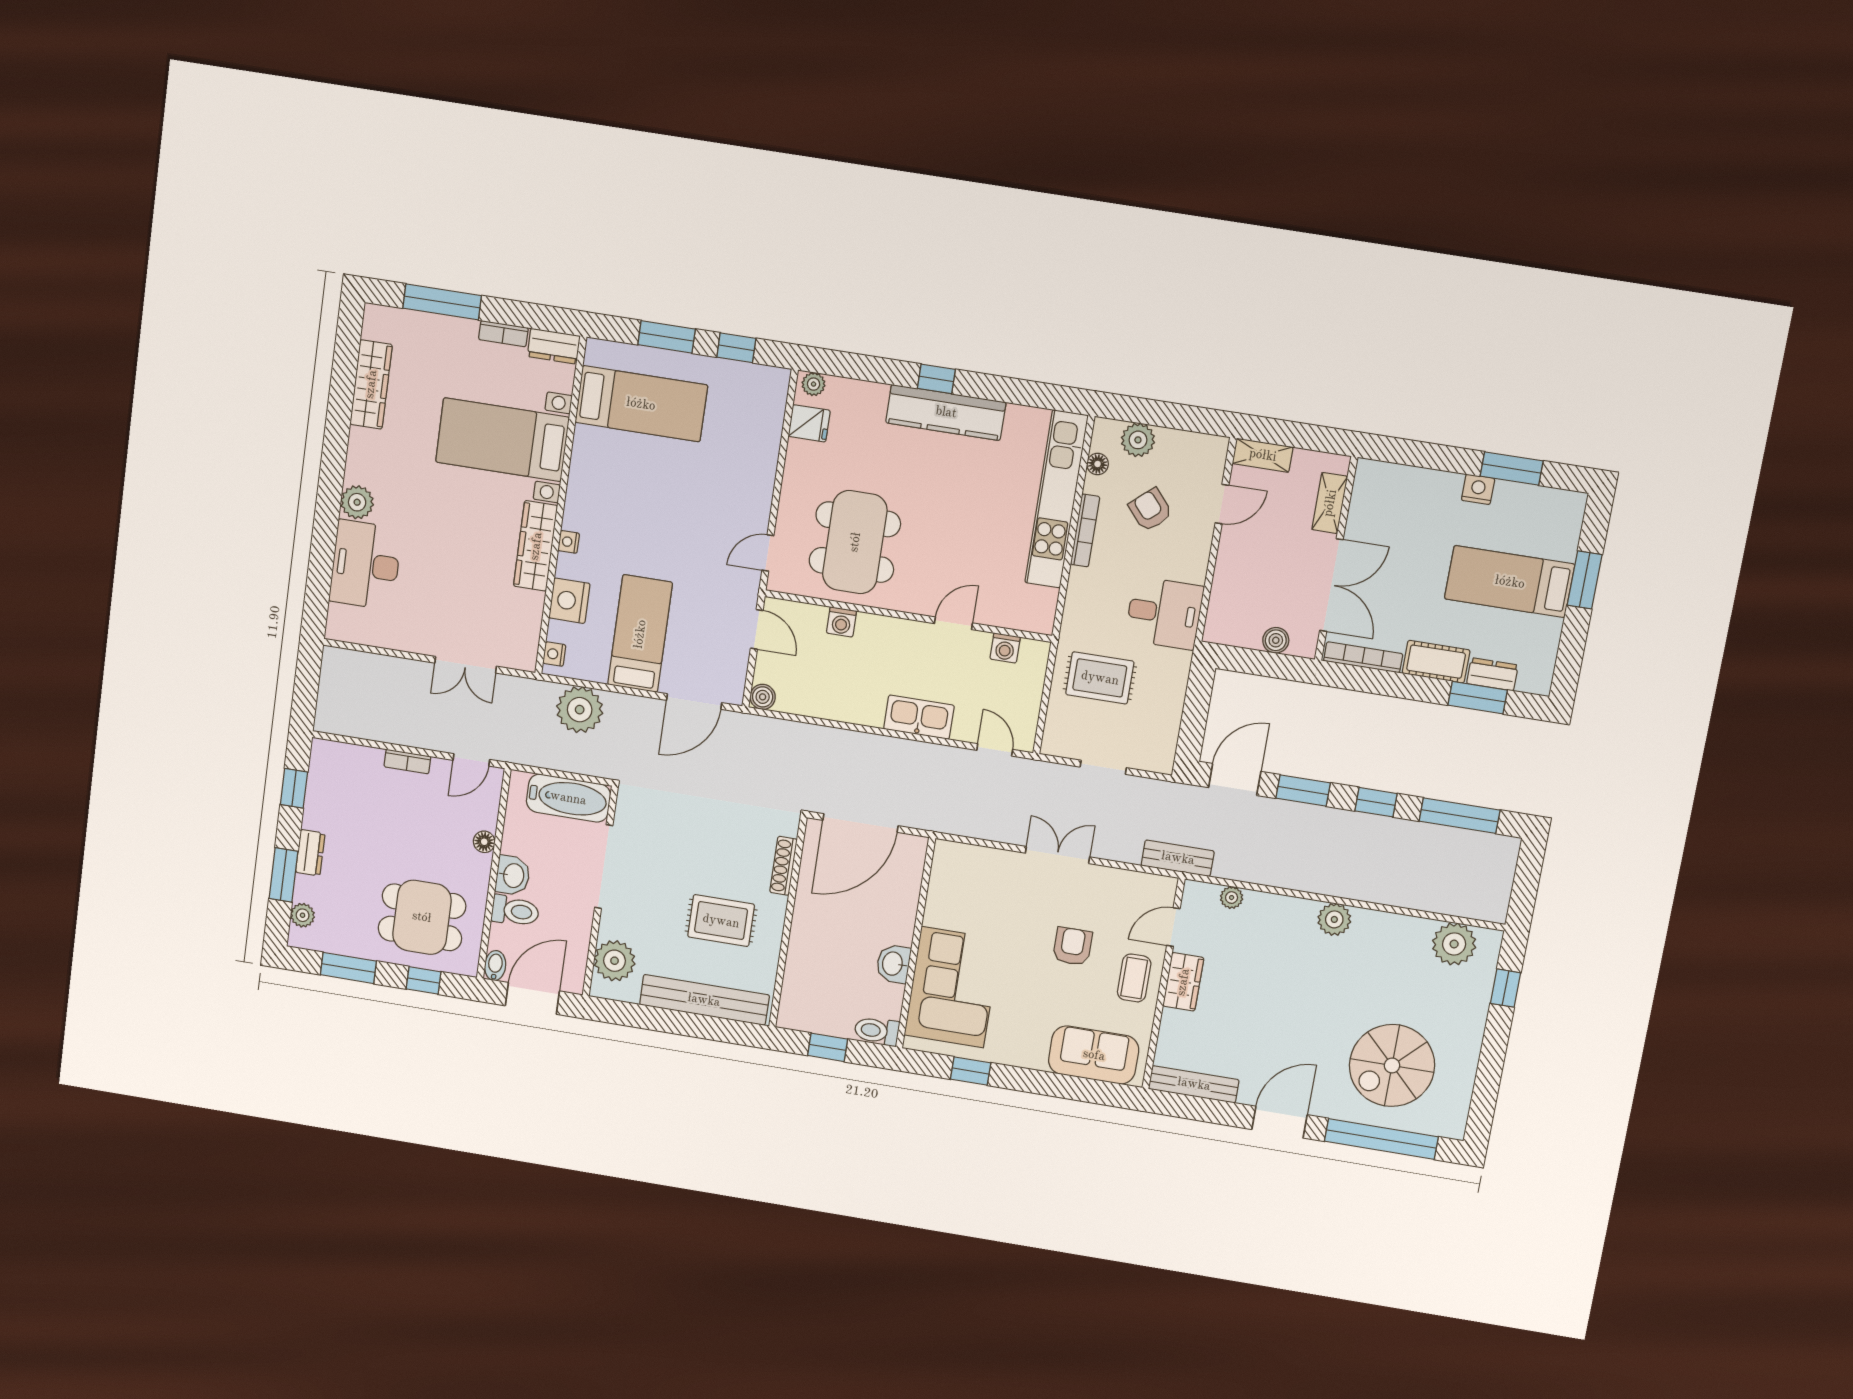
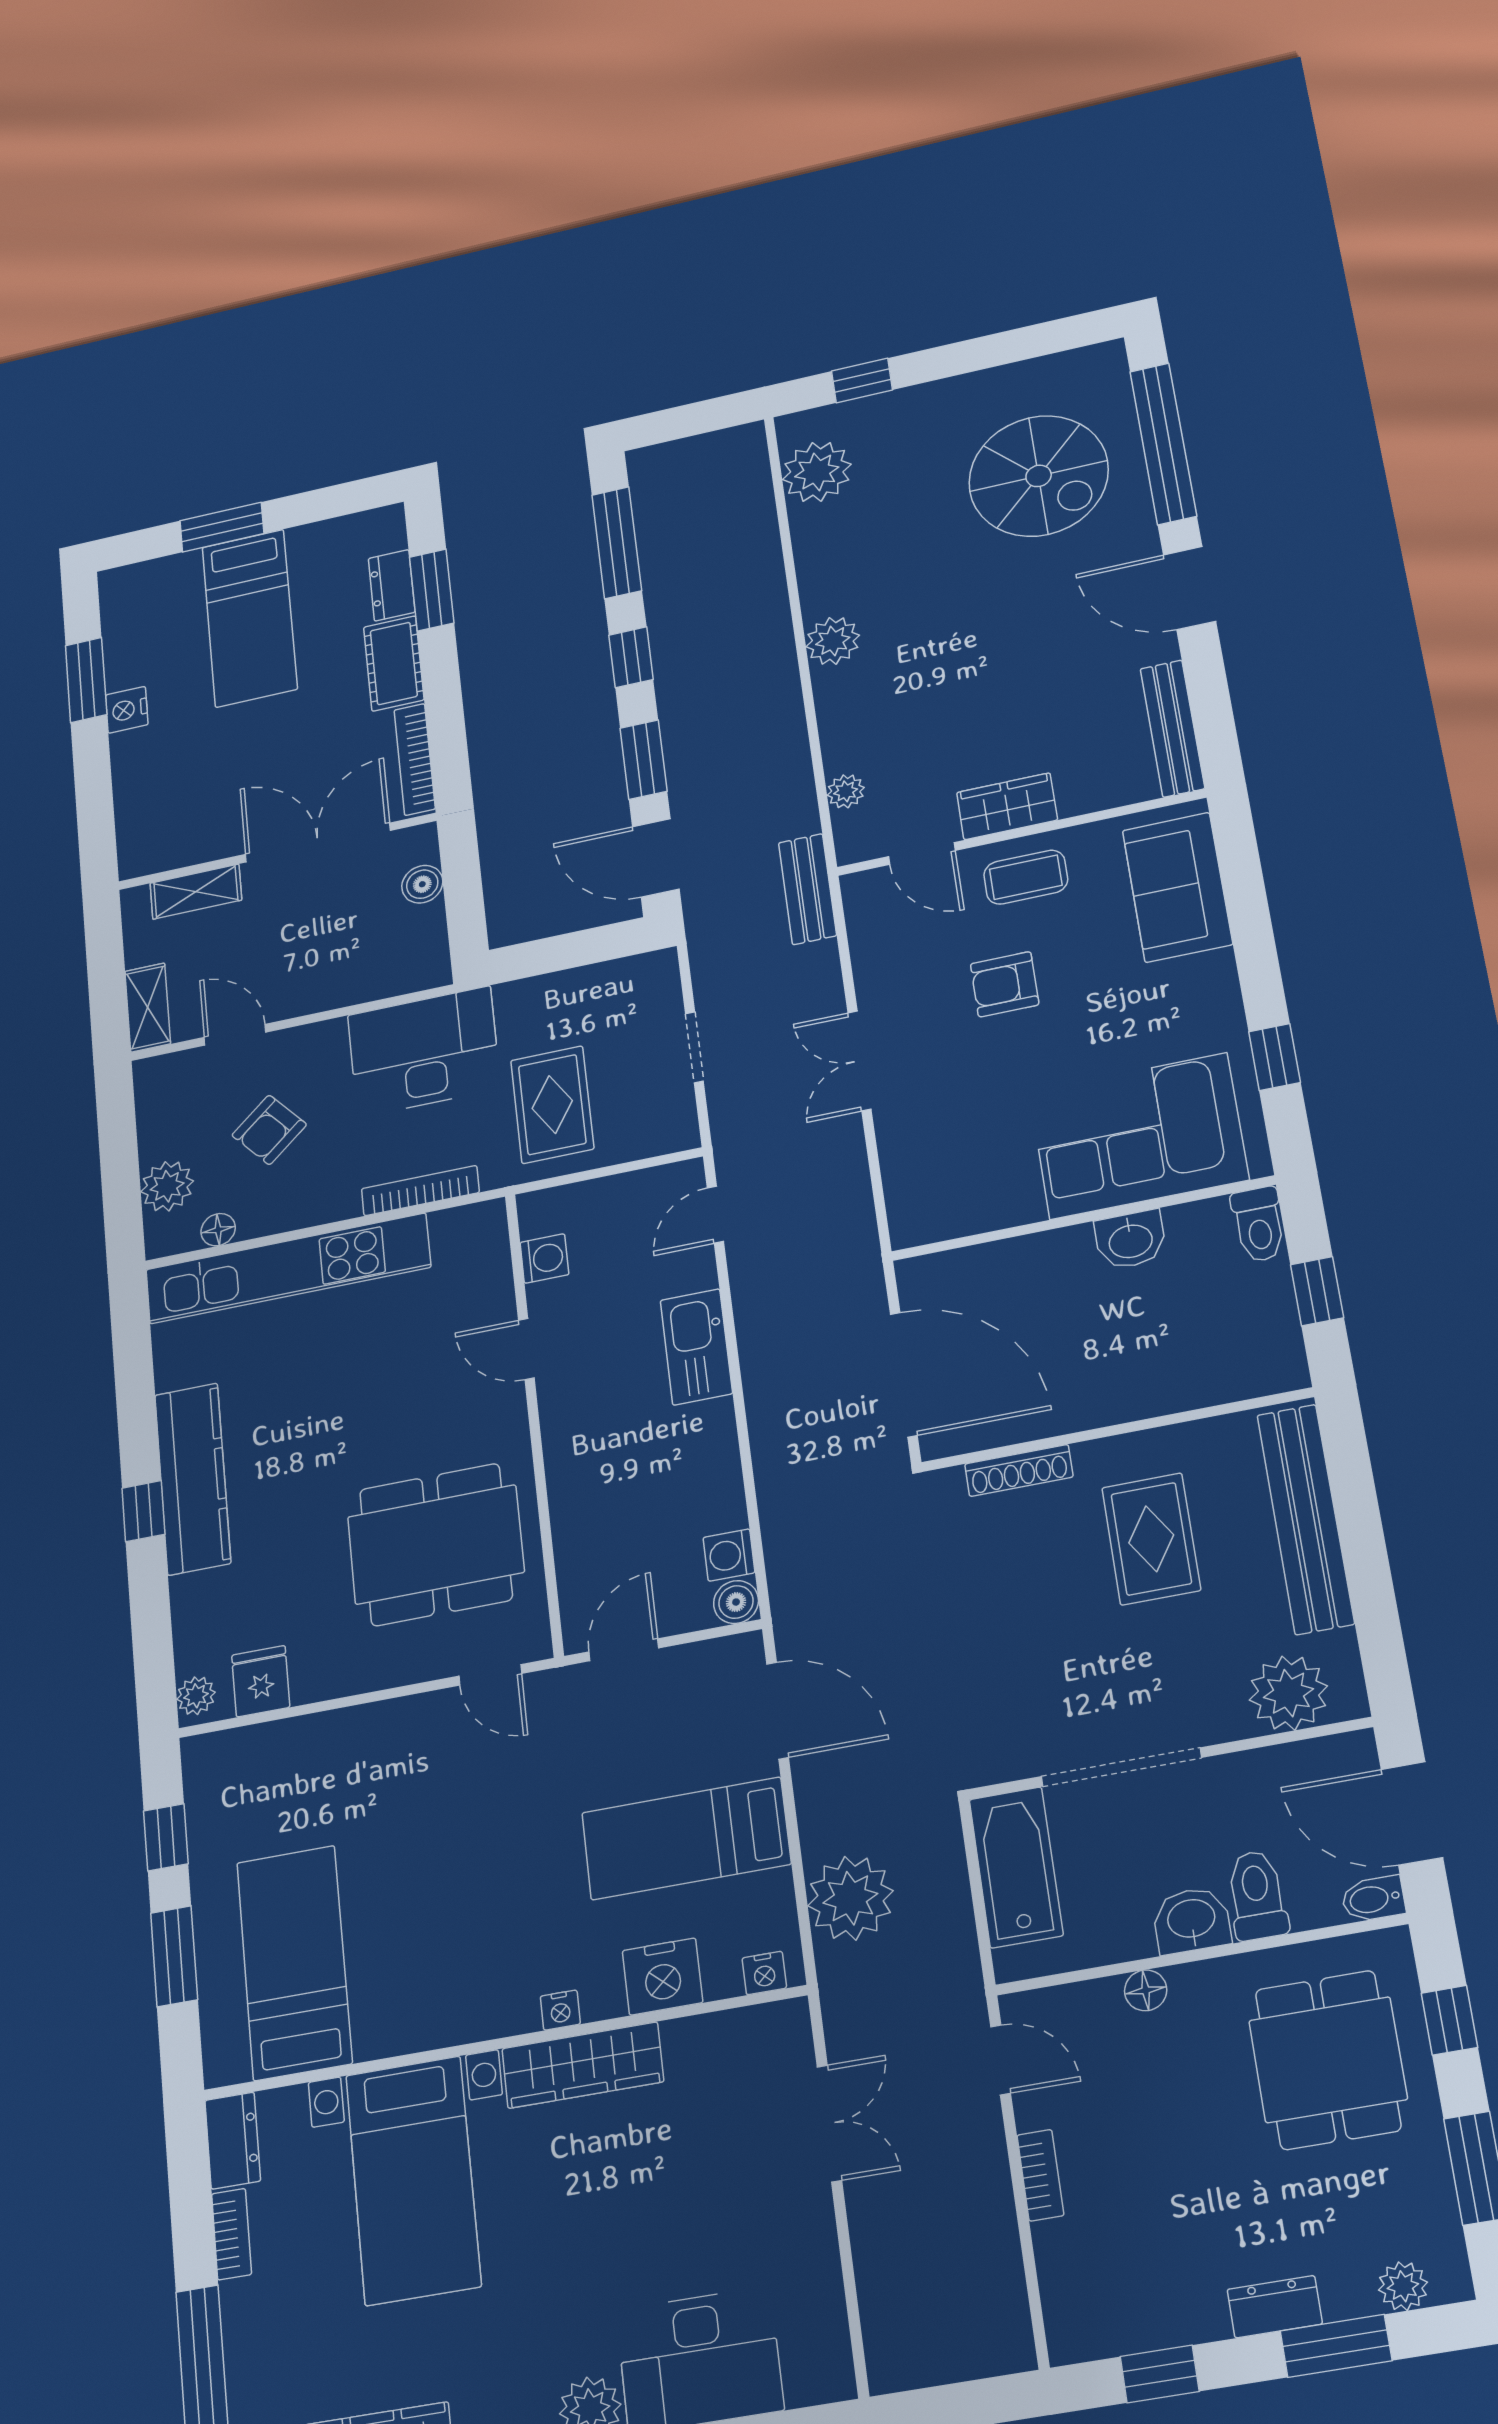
bookcase: (1085, 530) -> (420, 1191), moved
desk: (1164, 613) -> (424, 1052), width x1.37
washing machine: (841, 622) -> (729, 1555), moved, turned 180

